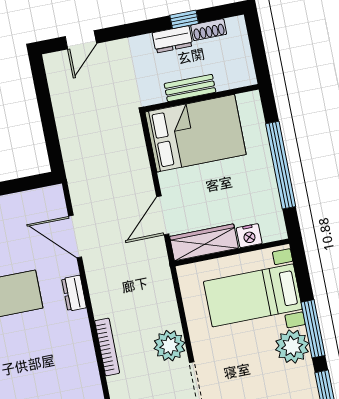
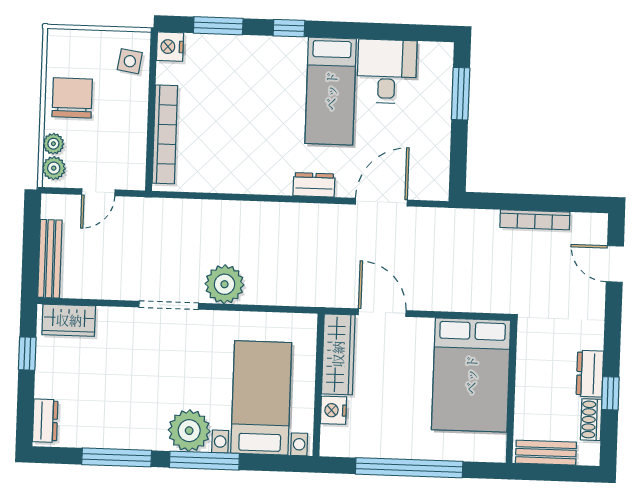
bench: (190, 88) -> (546, 453), moved, turned 90
bookcase: (107, 347) -> (535, 220), moved

